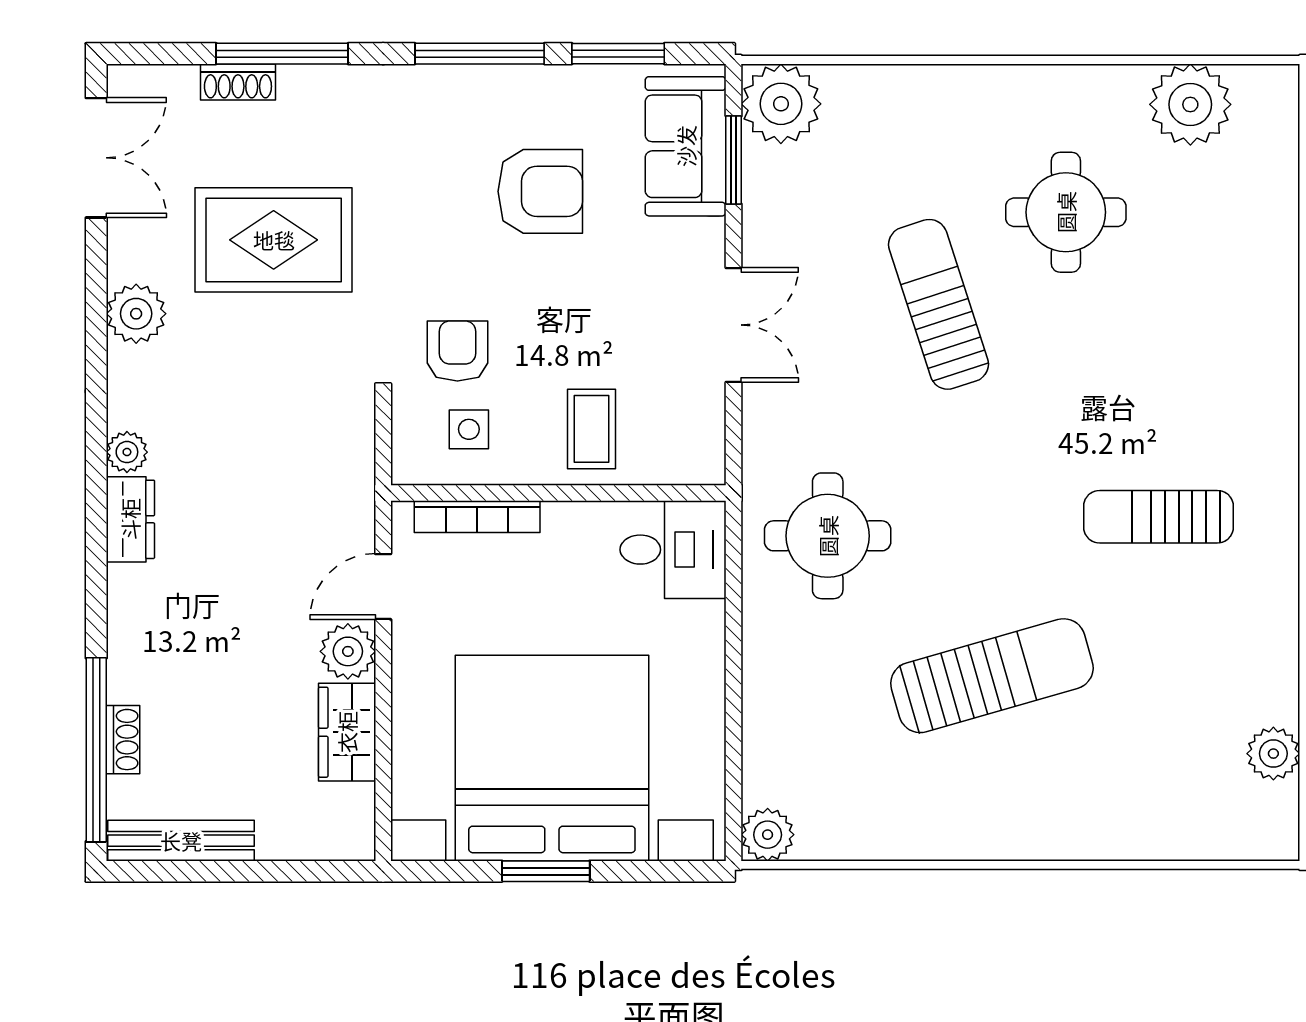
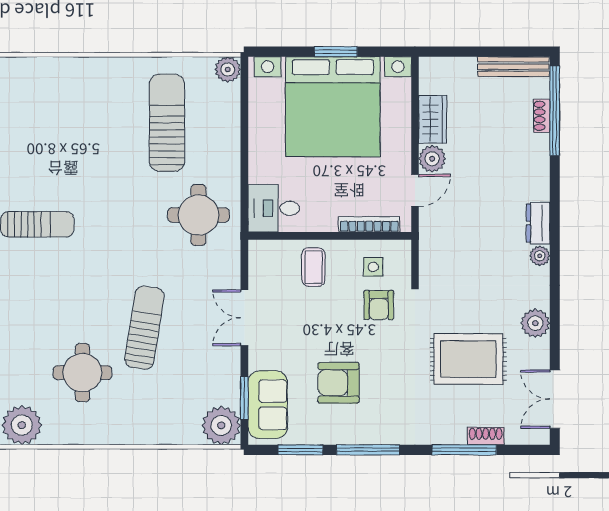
sun lounger: (939, 304) -> (144, 328), turned -153
sun lounger: (992, 676) -> (167, 123), moved, turned 106

